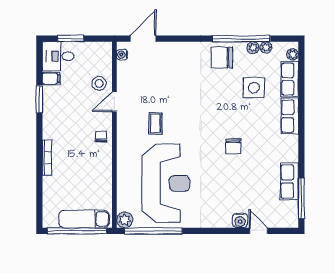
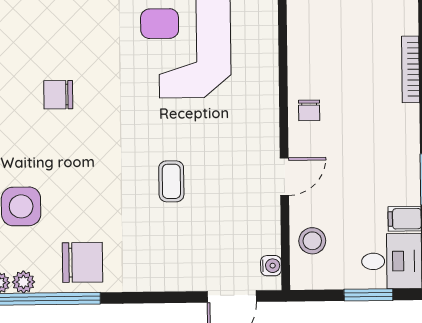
stool: (99, 83) -> (312, 241), moved
coffee table: (155, 123) -> (171, 181), moved
chair: (233, 146) -> (58, 95), turned -90

